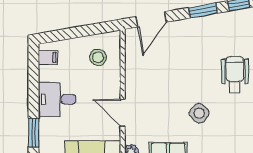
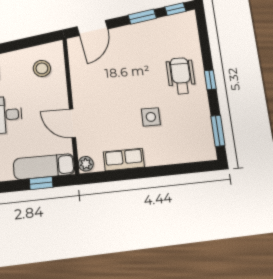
side table: (199, 113) -> (151, 117), turned 45

